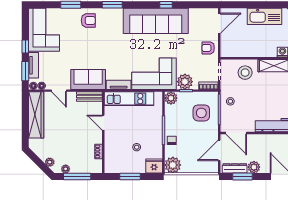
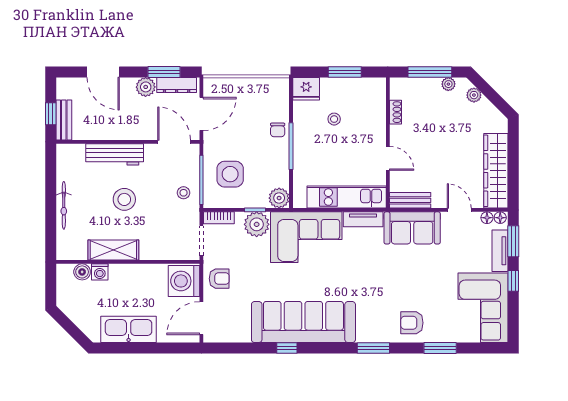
washing machine: (230, 46) -> (184, 281), added
stool: (245, 73) -> (124, 199), moved
plant: (173, 165) -> (276, 90), removed

